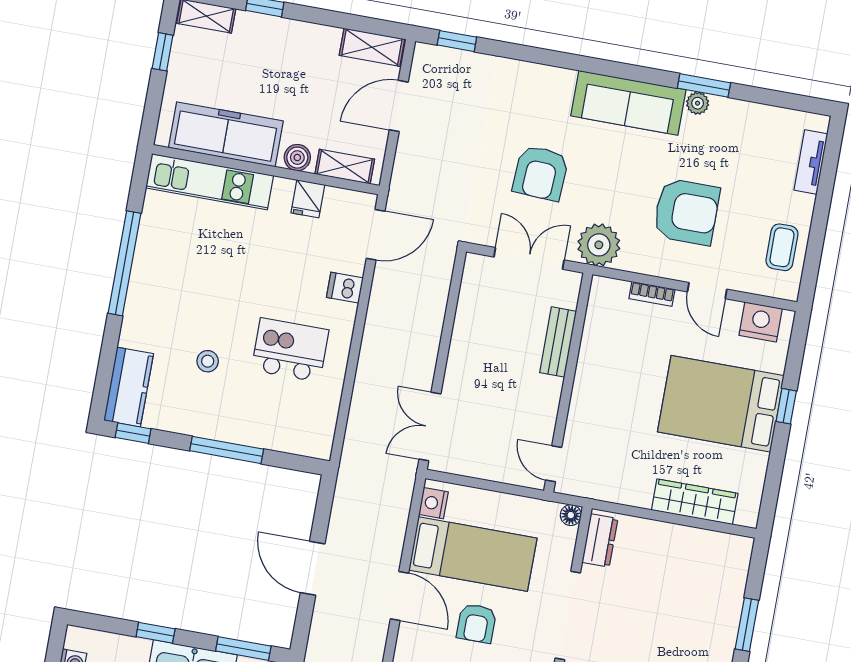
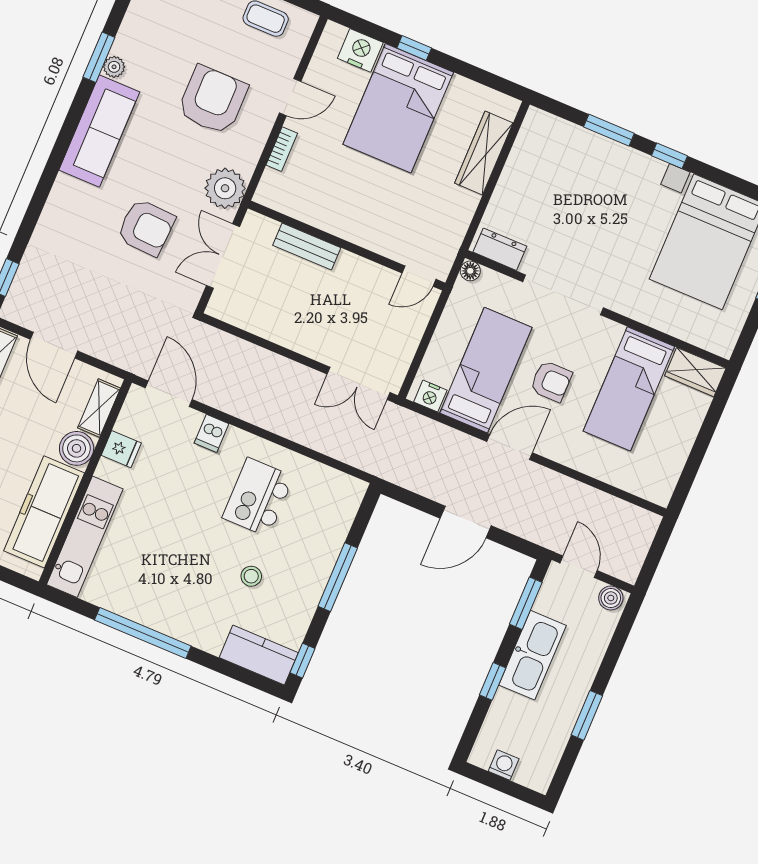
boiler: (297, 158) -> (77, 448), width x1.36, depth x1.36
nightstand: (761, 322) -> (360, 50), moved, turned 90

